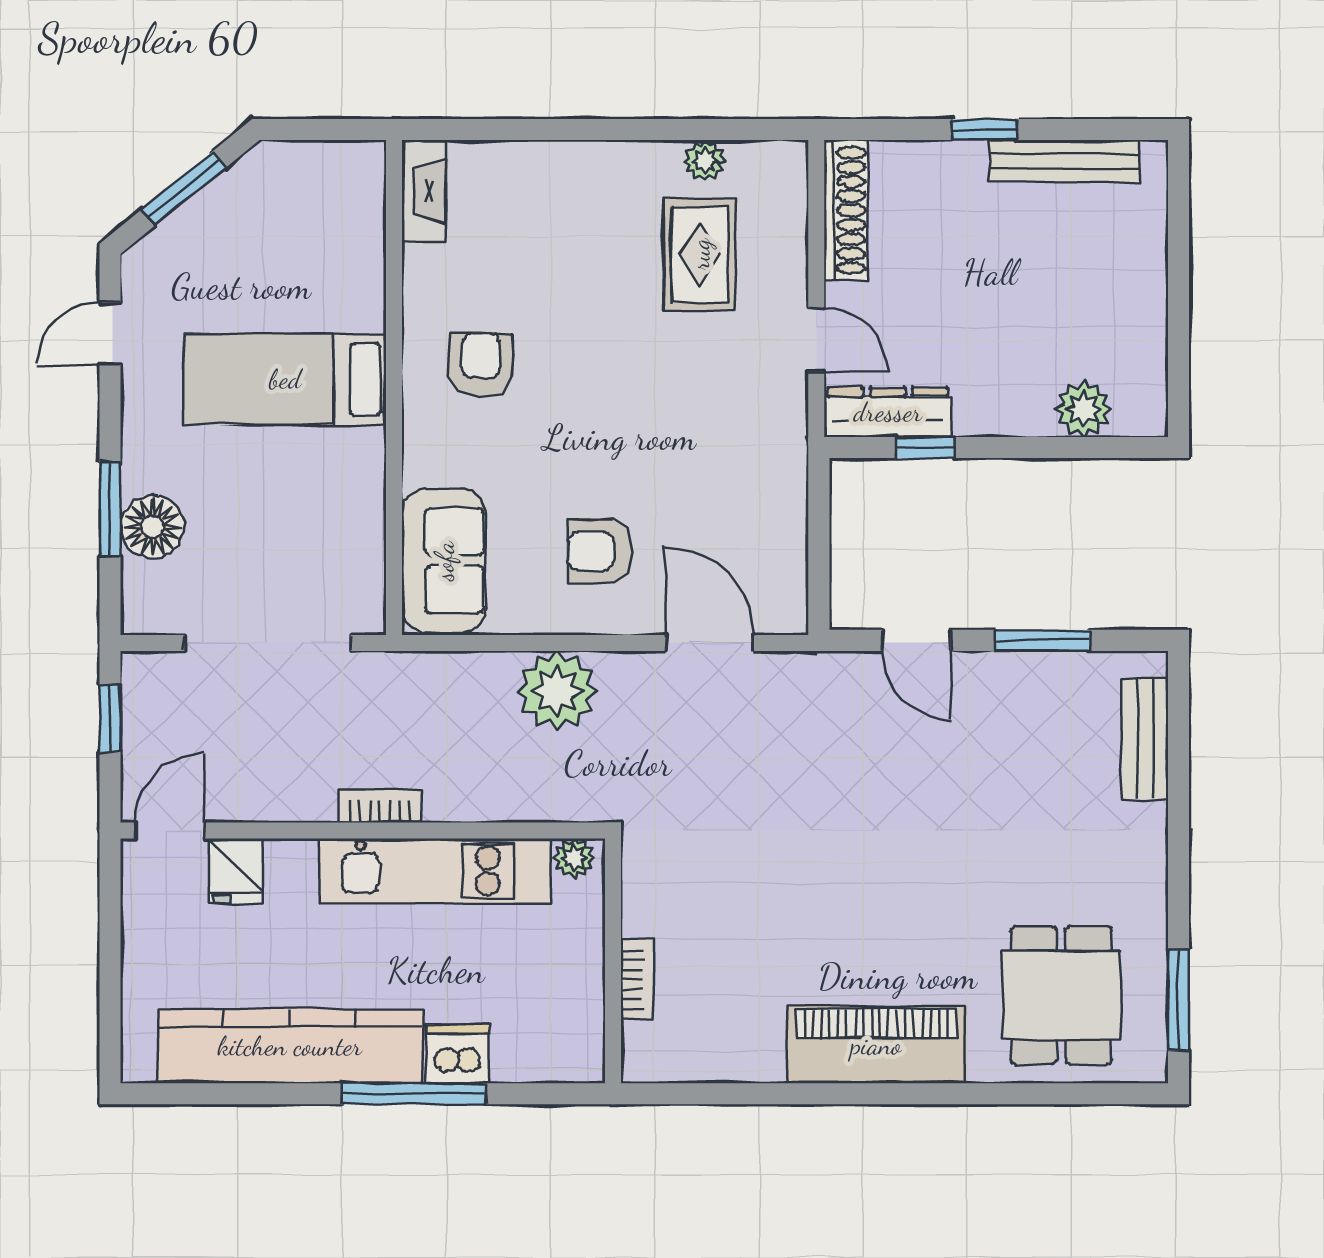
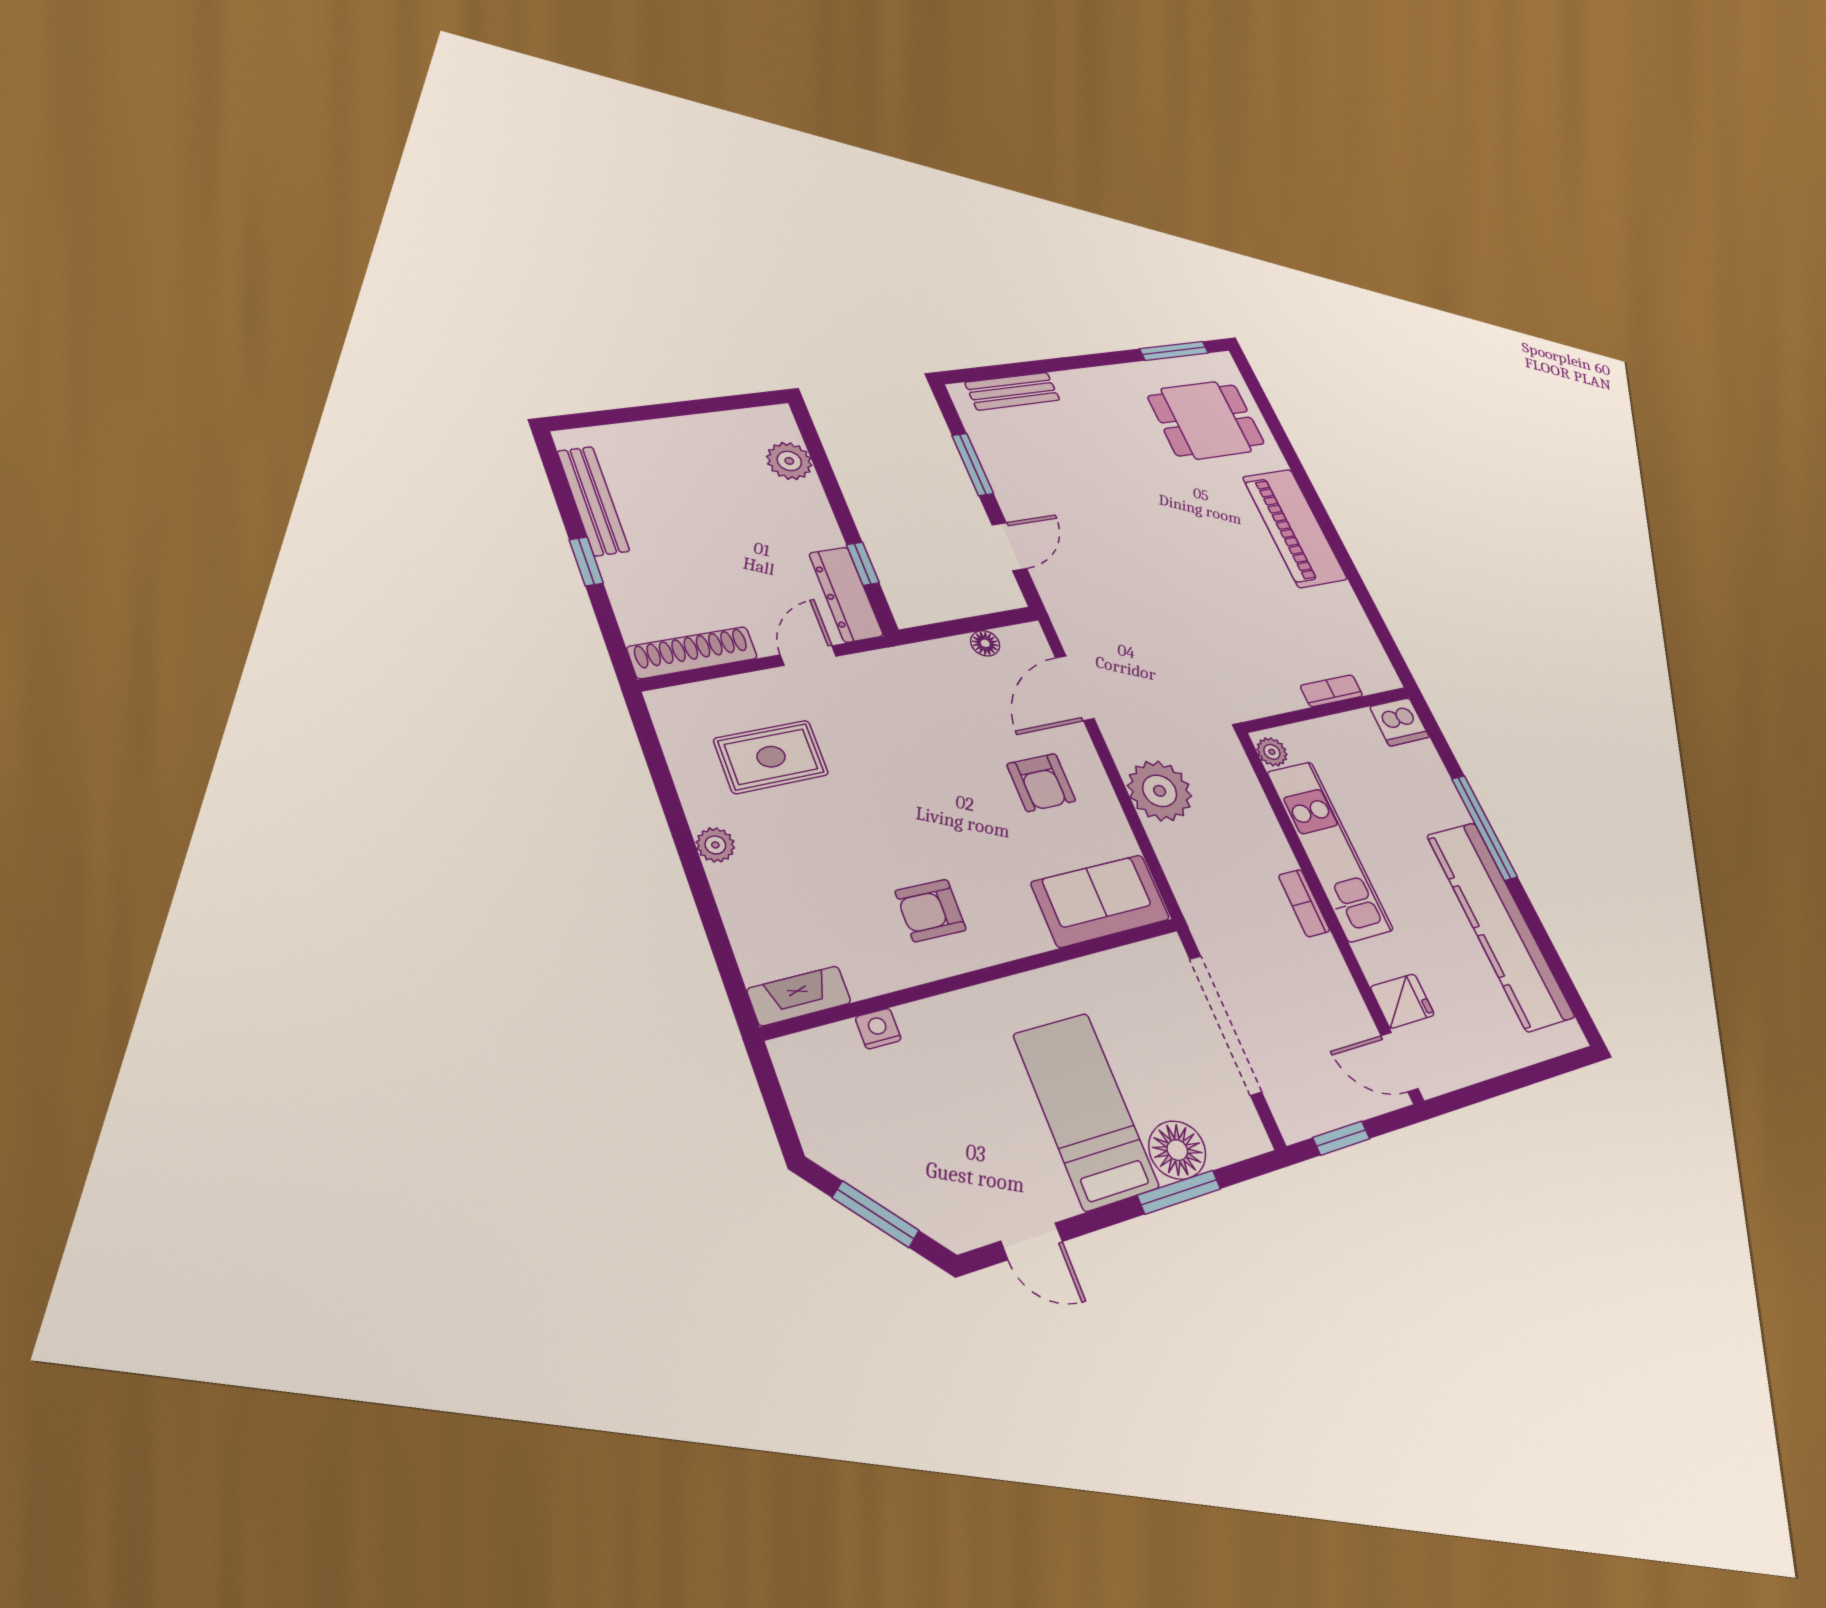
plant: (705, 161) -> (715, 845), moved
nightstand: (367, 260) -> (878, 1029), added
bed: (285, 379) -> (1086, 1110), moved, turned 180
floor lamp: (791, 556) -> (985, 643), added
dishwasher: (458, 1054) -> (1399, 722), moved, turned -90

